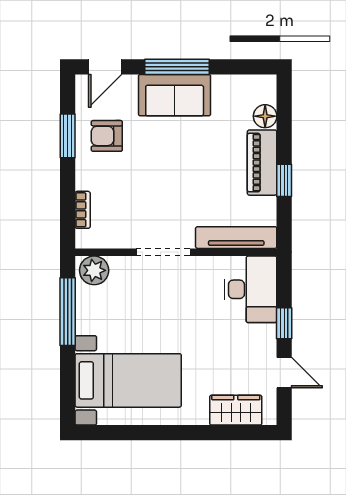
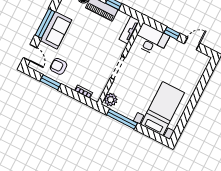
armchair: (107, 136) -> (59, 66), turned 90
tv unit: (236, 238) -> (129, 30), width x0.71
wardrobe: (236, 410) -> (197, 71), removed

